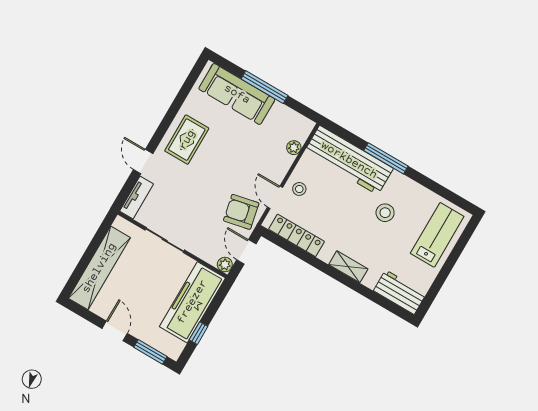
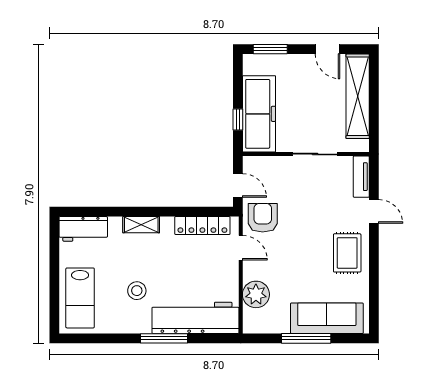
plant: (294, 148) -> (256, 294), width x1.88, depth x1.88
stool: (299, 189) -> (224, 267), removed
armchair: (241, 212) -> (263, 218), turned -78
plant: (225, 265) -> (250, 163), removed
door: (115, 331) -> (327, 49), moved
window: (199, 333) -> (238, 119), moved

